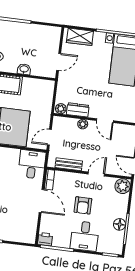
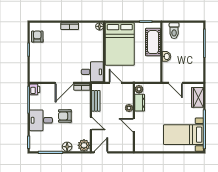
door: (105, 121) -> (134, 125), hinge flipped
floor lamp: (120, 224) -> (67, 147), moved

